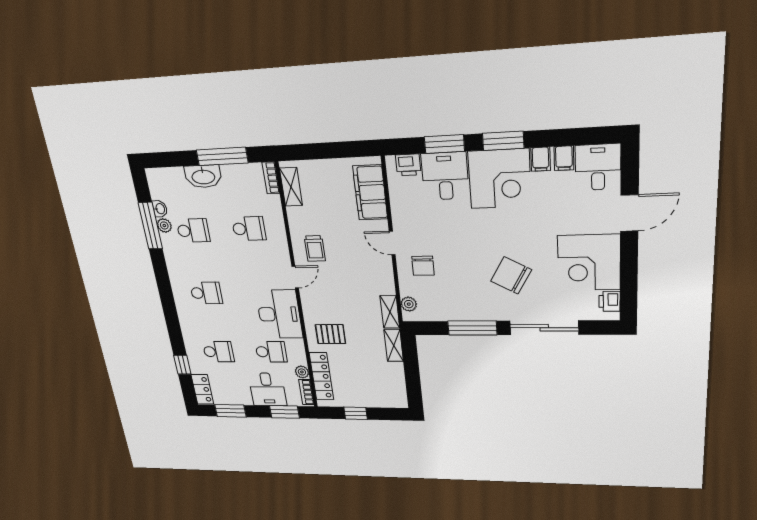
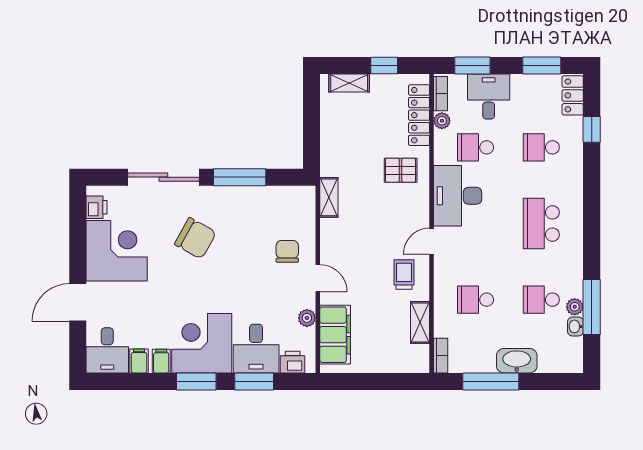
shelving: (291, 187) -> (420, 322), moved
school desk: (206, 293) -> (541, 224), width x1.85
plant: (409, 304) -> (307, 318), moved
shelving: (394, 346) -> (349, 83), moved, turned 90

